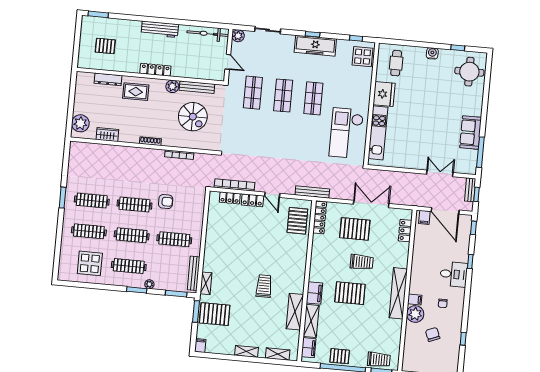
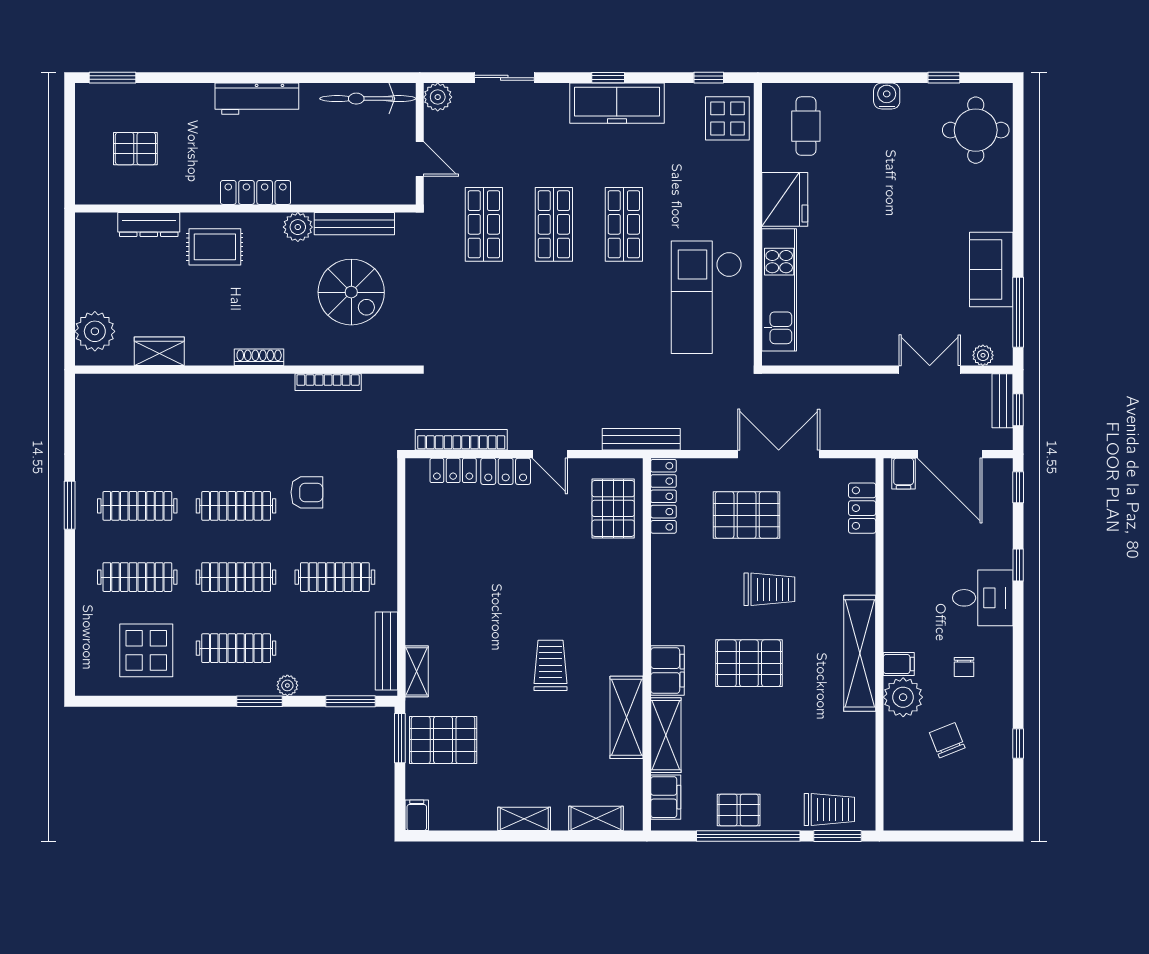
plant: (463, 169) -> (983, 355), added

